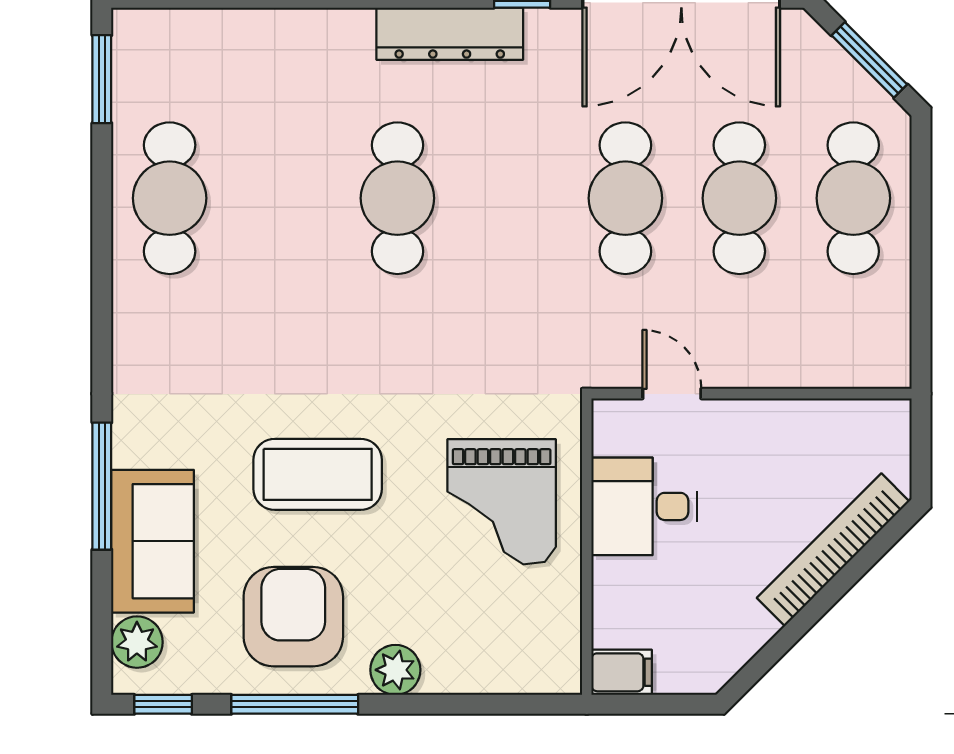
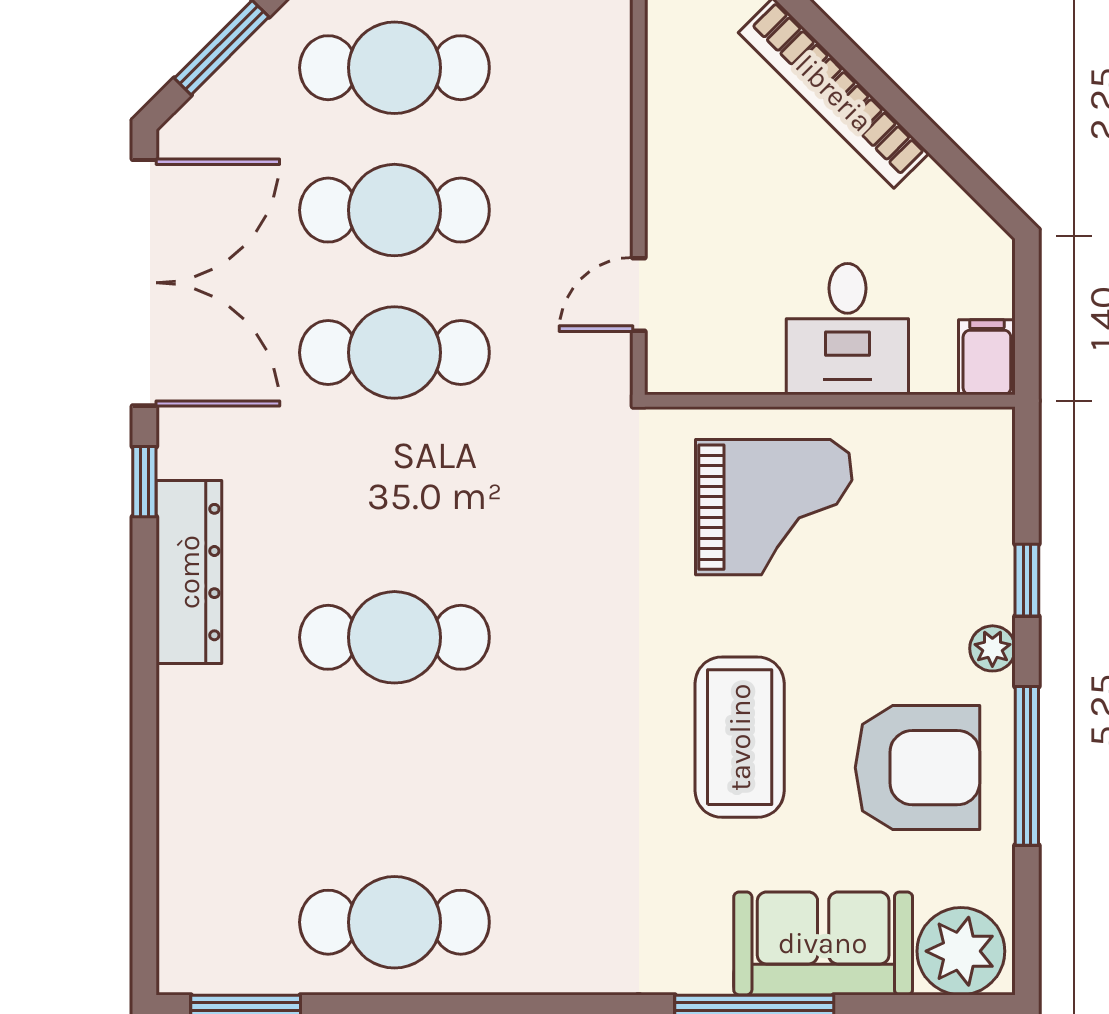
desk: (644, 506) -> (847, 329), moved
armchair: (293, 617) -> (917, 768), turned 180
plant: (137, 642) -> (961, 951), width x1.36, depth x1.36
plant: (395, 670) -> (992, 648), width x0.73, depth x0.73
window: (163, 704) -> (1027, 580), moved

